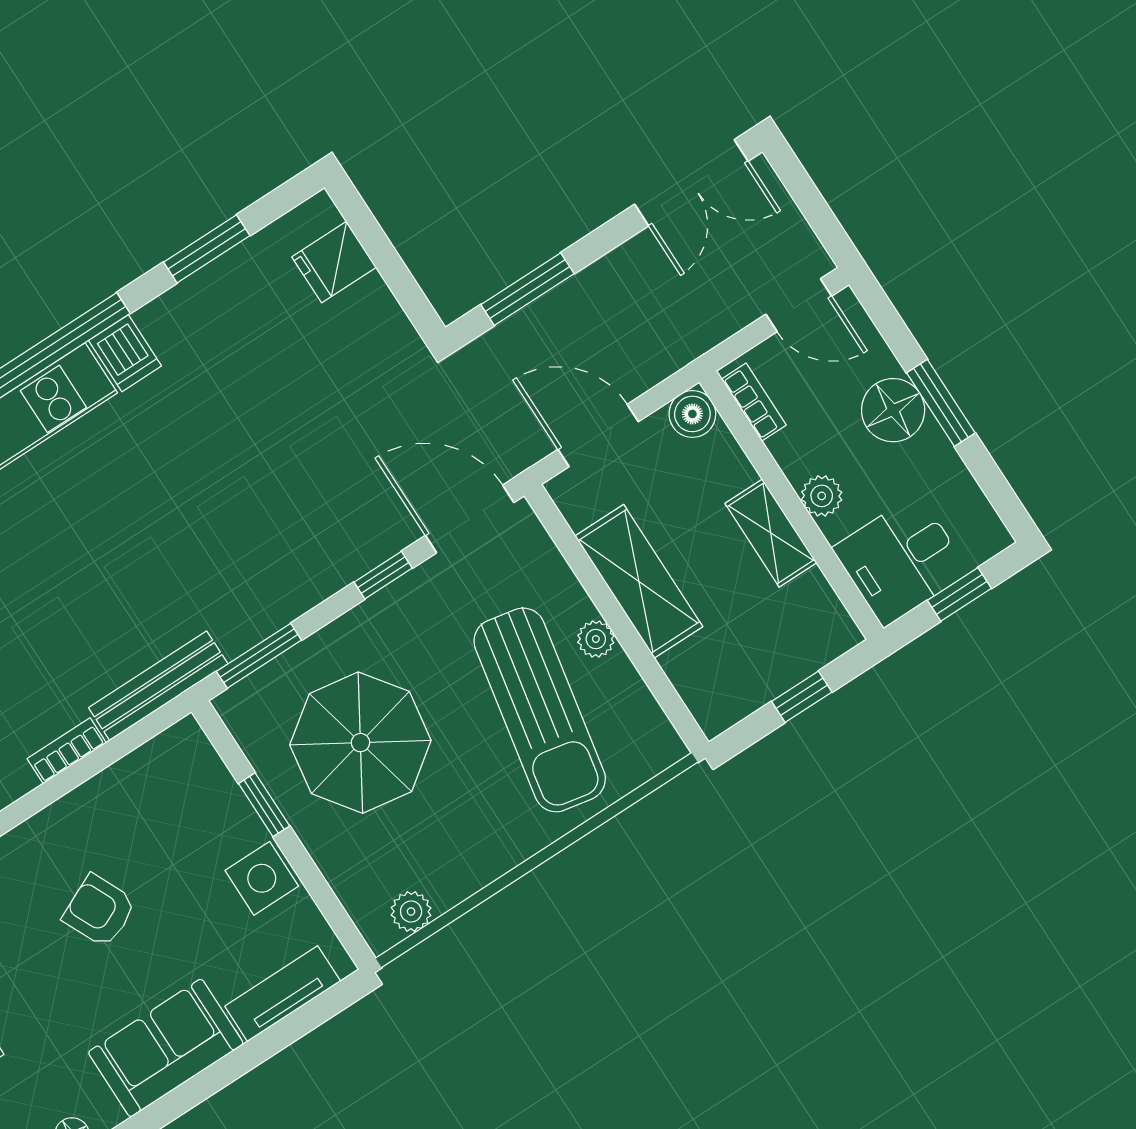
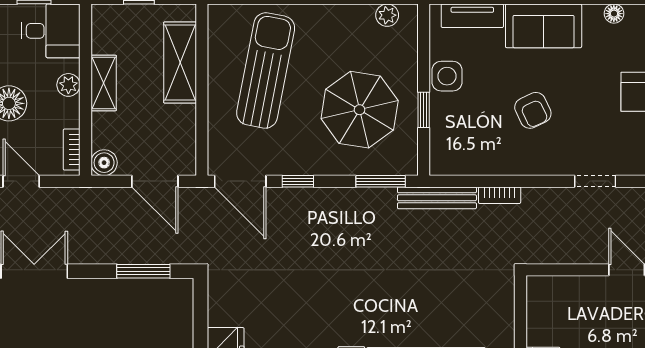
shelving: (639, 581) -> (180, 63), moved
plant: (596, 639) -> (218, 87), removed

